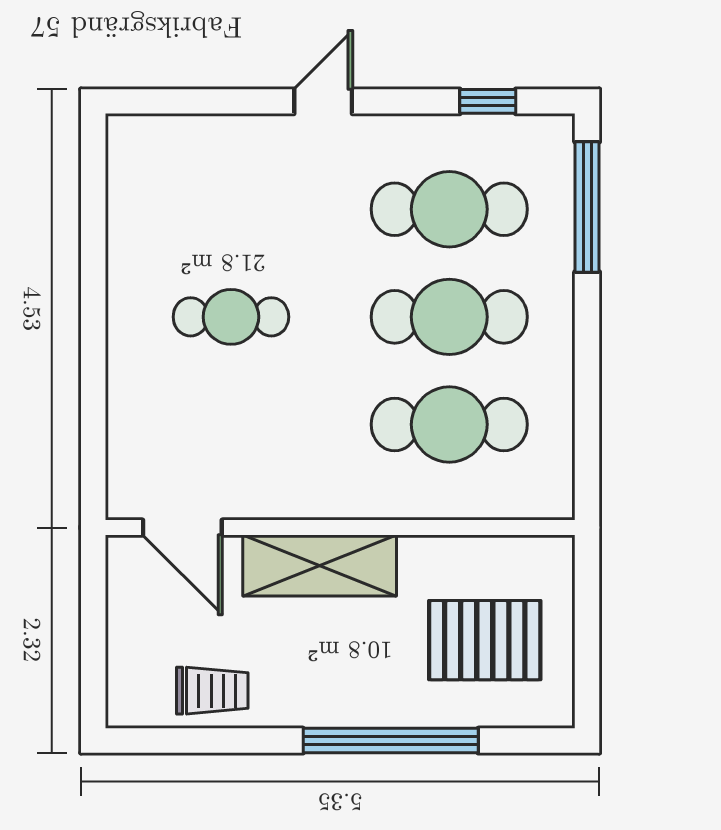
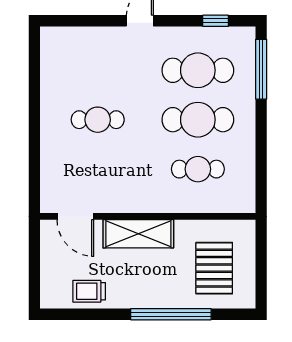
cafe table: (449, 424) -> (198, 169), width x0.73, depth x0.74
pallet: (485, 640) -> (214, 268), turned 90
trolley: (212, 691) -> (89, 291), turned 180

